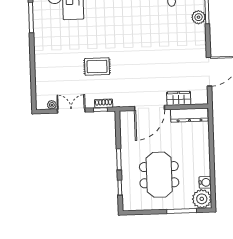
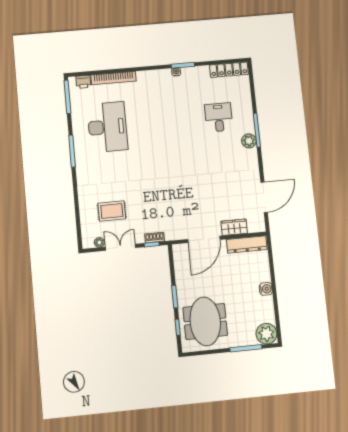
rug: (97, 67) -> (112, 211), moved
meeting table: (159, 175) -> (205, 321), moved
water cooler: (205, 182) -> (266, 289), moved

